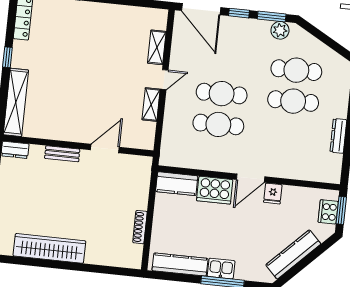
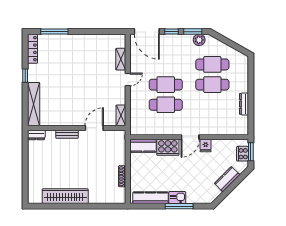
shelving: (151, 105) -> (121, 115), moved
kitchen counter: (293, 254) -> (227, 179), width x0.67

